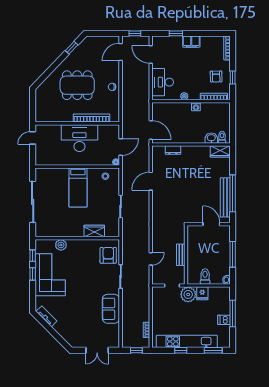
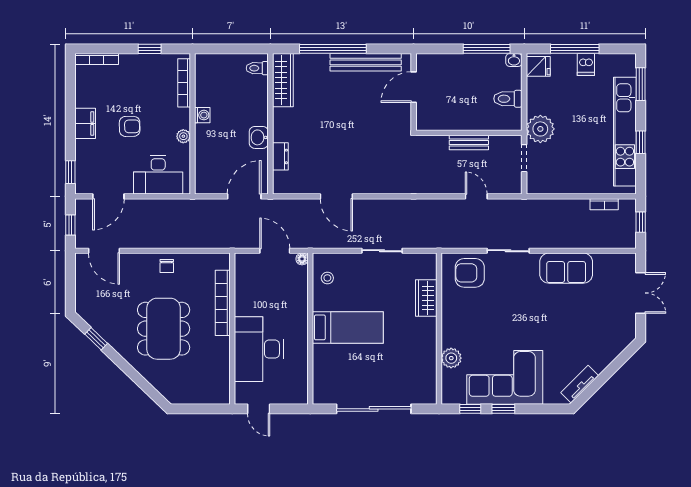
window: (176, 33) -> (70, 172), moved
armchair: (216, 77) -> (130, 126), moved
desk: (79, 138) -> (259, 349), moved
washbasin: (211, 138) -> (259, 137), moved
wardrobe: (220, 151) -> (283, 80), width x1.50
window: (233, 193) -> (333, 49), moved
window: (233, 254) -> (487, 49), moved
fridge: (202, 293) -> (538, 66), moved

